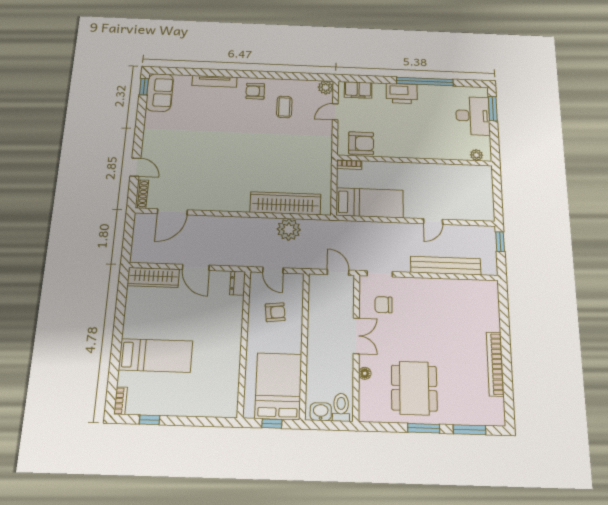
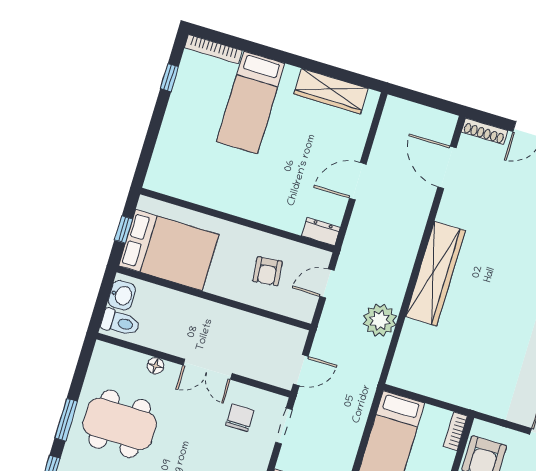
wardrobe: (285, 203) -> (435, 274), moved
wardrobe: (153, 278) -> (331, 91), moved, turned -90
bookcase: (121, 401) -> (213, 49), width x1.56

